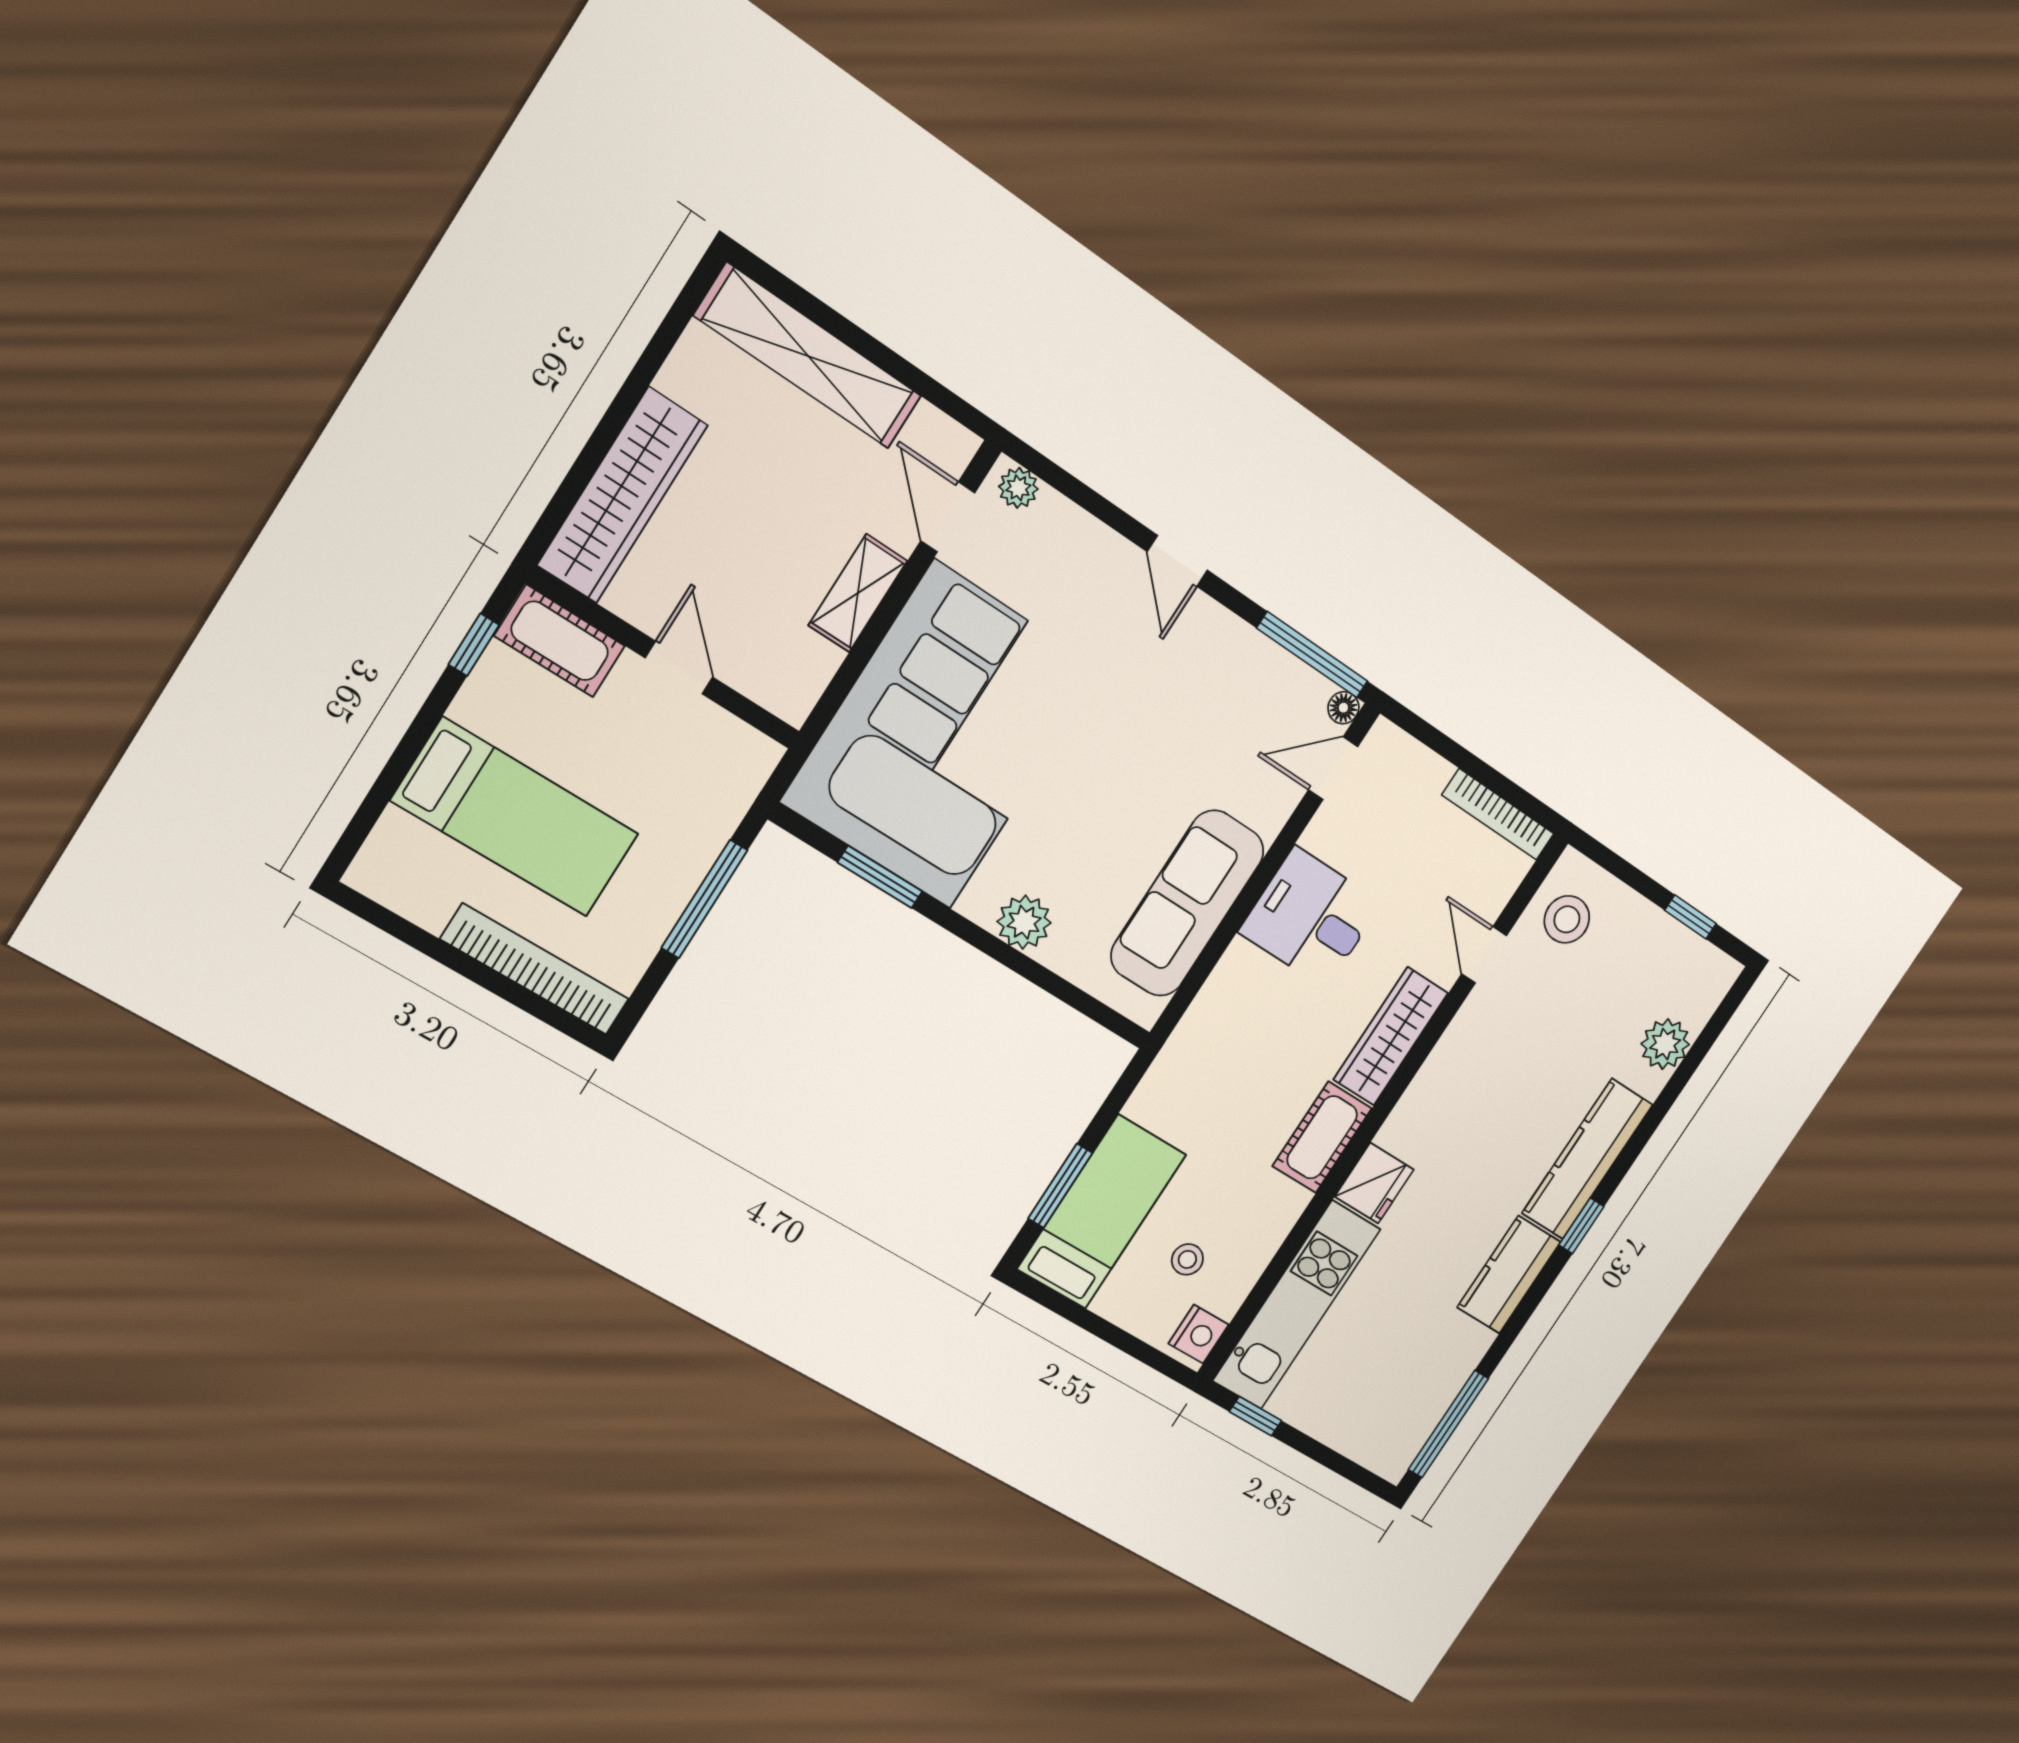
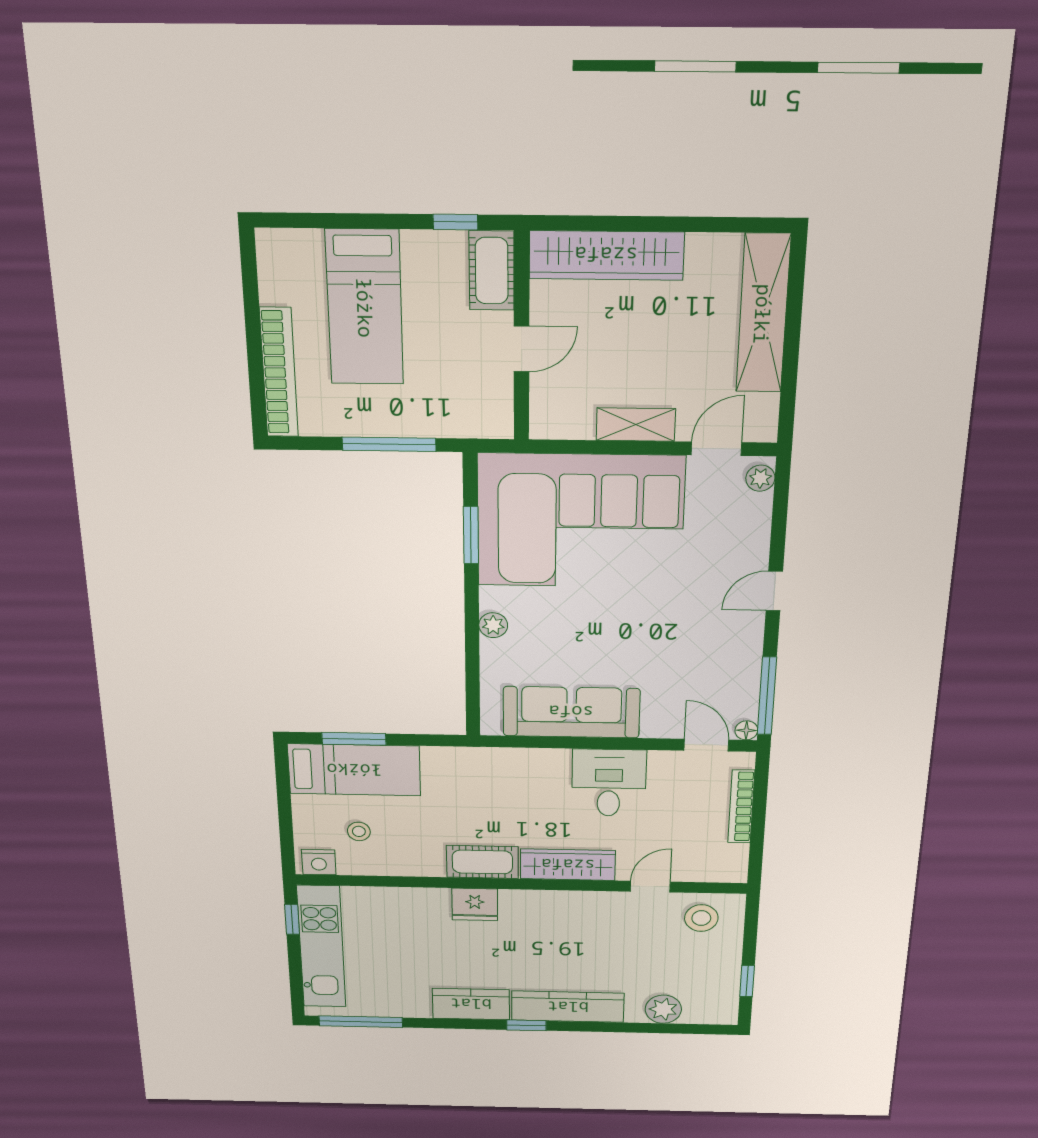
bookcase: (1498, 814) -> (741, 807), moved
plant: (1024, 922) -> (493, 625), width x0.73, depth x0.73
kitchen unit: (1296, 1305) -> (321, 947), moved, turned -90

